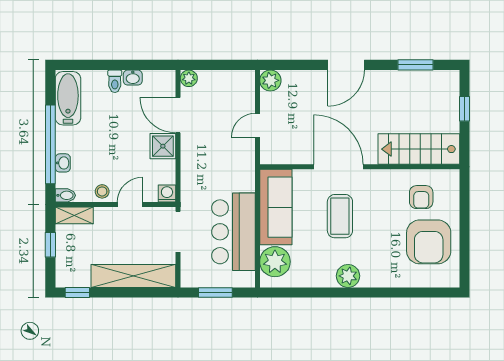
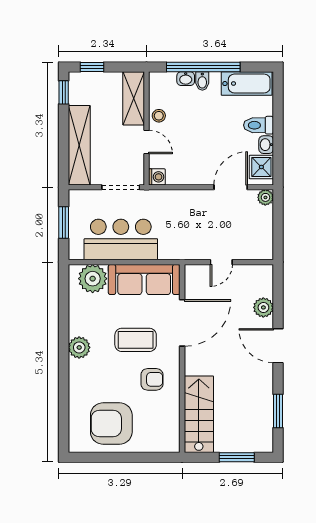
plant: (270, 80) -> (263, 307), moved
toilet: (115, 81) -> (259, 125), width x1.37, depth x1.39
window: (465, 109) -> (237, 457), width x1.50
door: (257, 125) -> (221, 262), swing flipped
shower: (163, 146) -> (261, 167), moved
door: (339, 167) -> (182, 323), moved
bidet: (65, 195) -> (202, 81), moved
armchair: (421, 197) -> (152, 379), moved, turned 180
shelving: (74, 215) -> (134, 98), width x1.50, depth x1.33
window: (50, 245) -> (92, 67), moved

